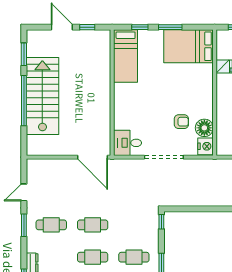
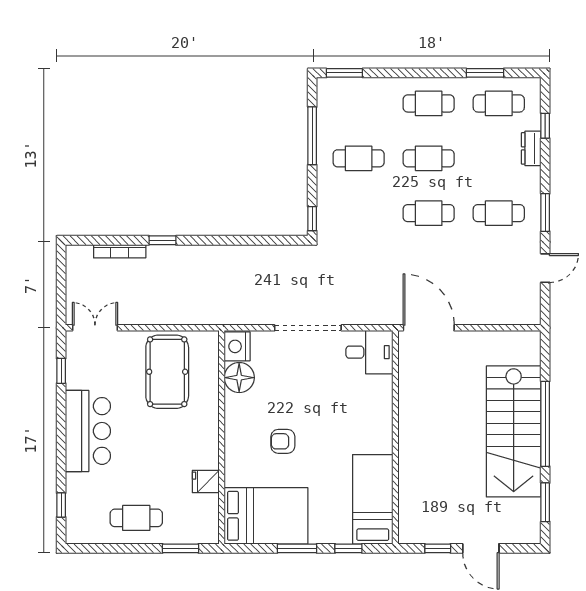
armchair: (181, 122) -> (283, 441), moved

